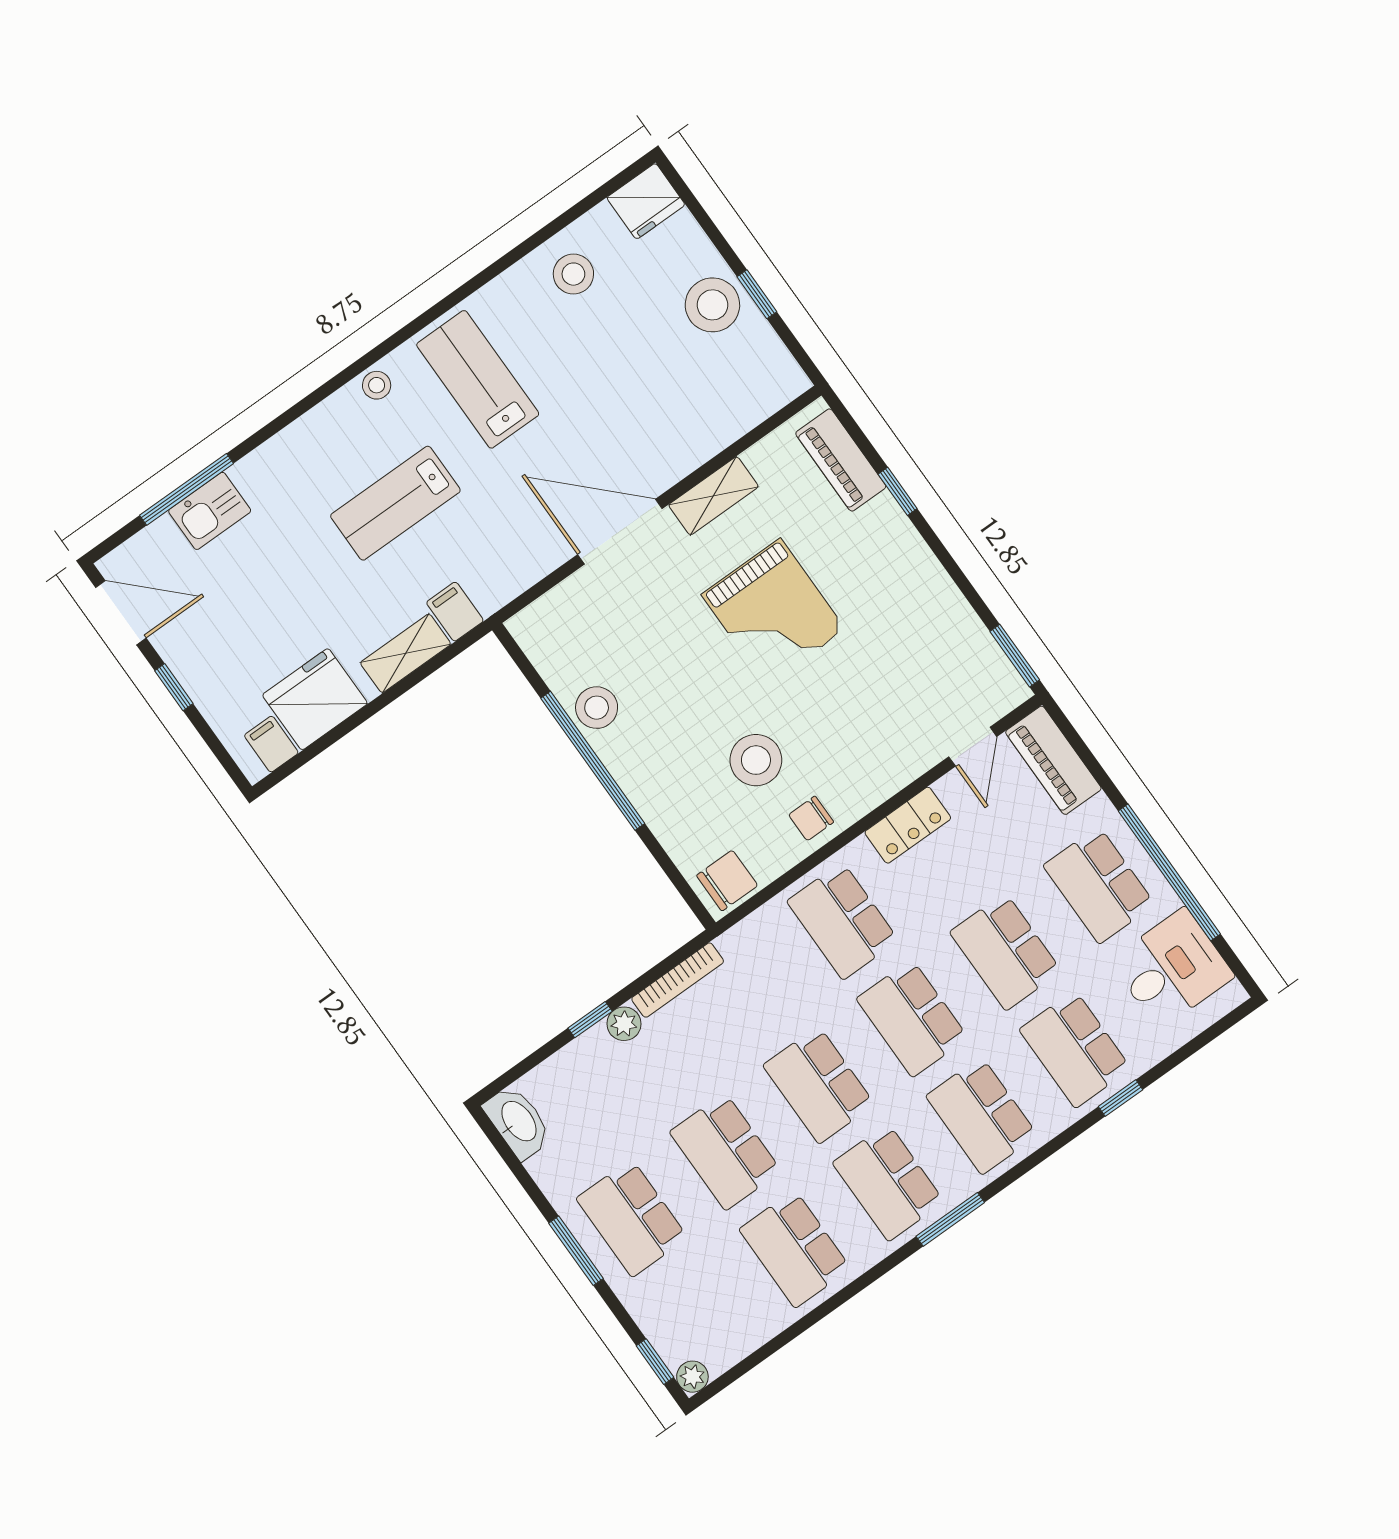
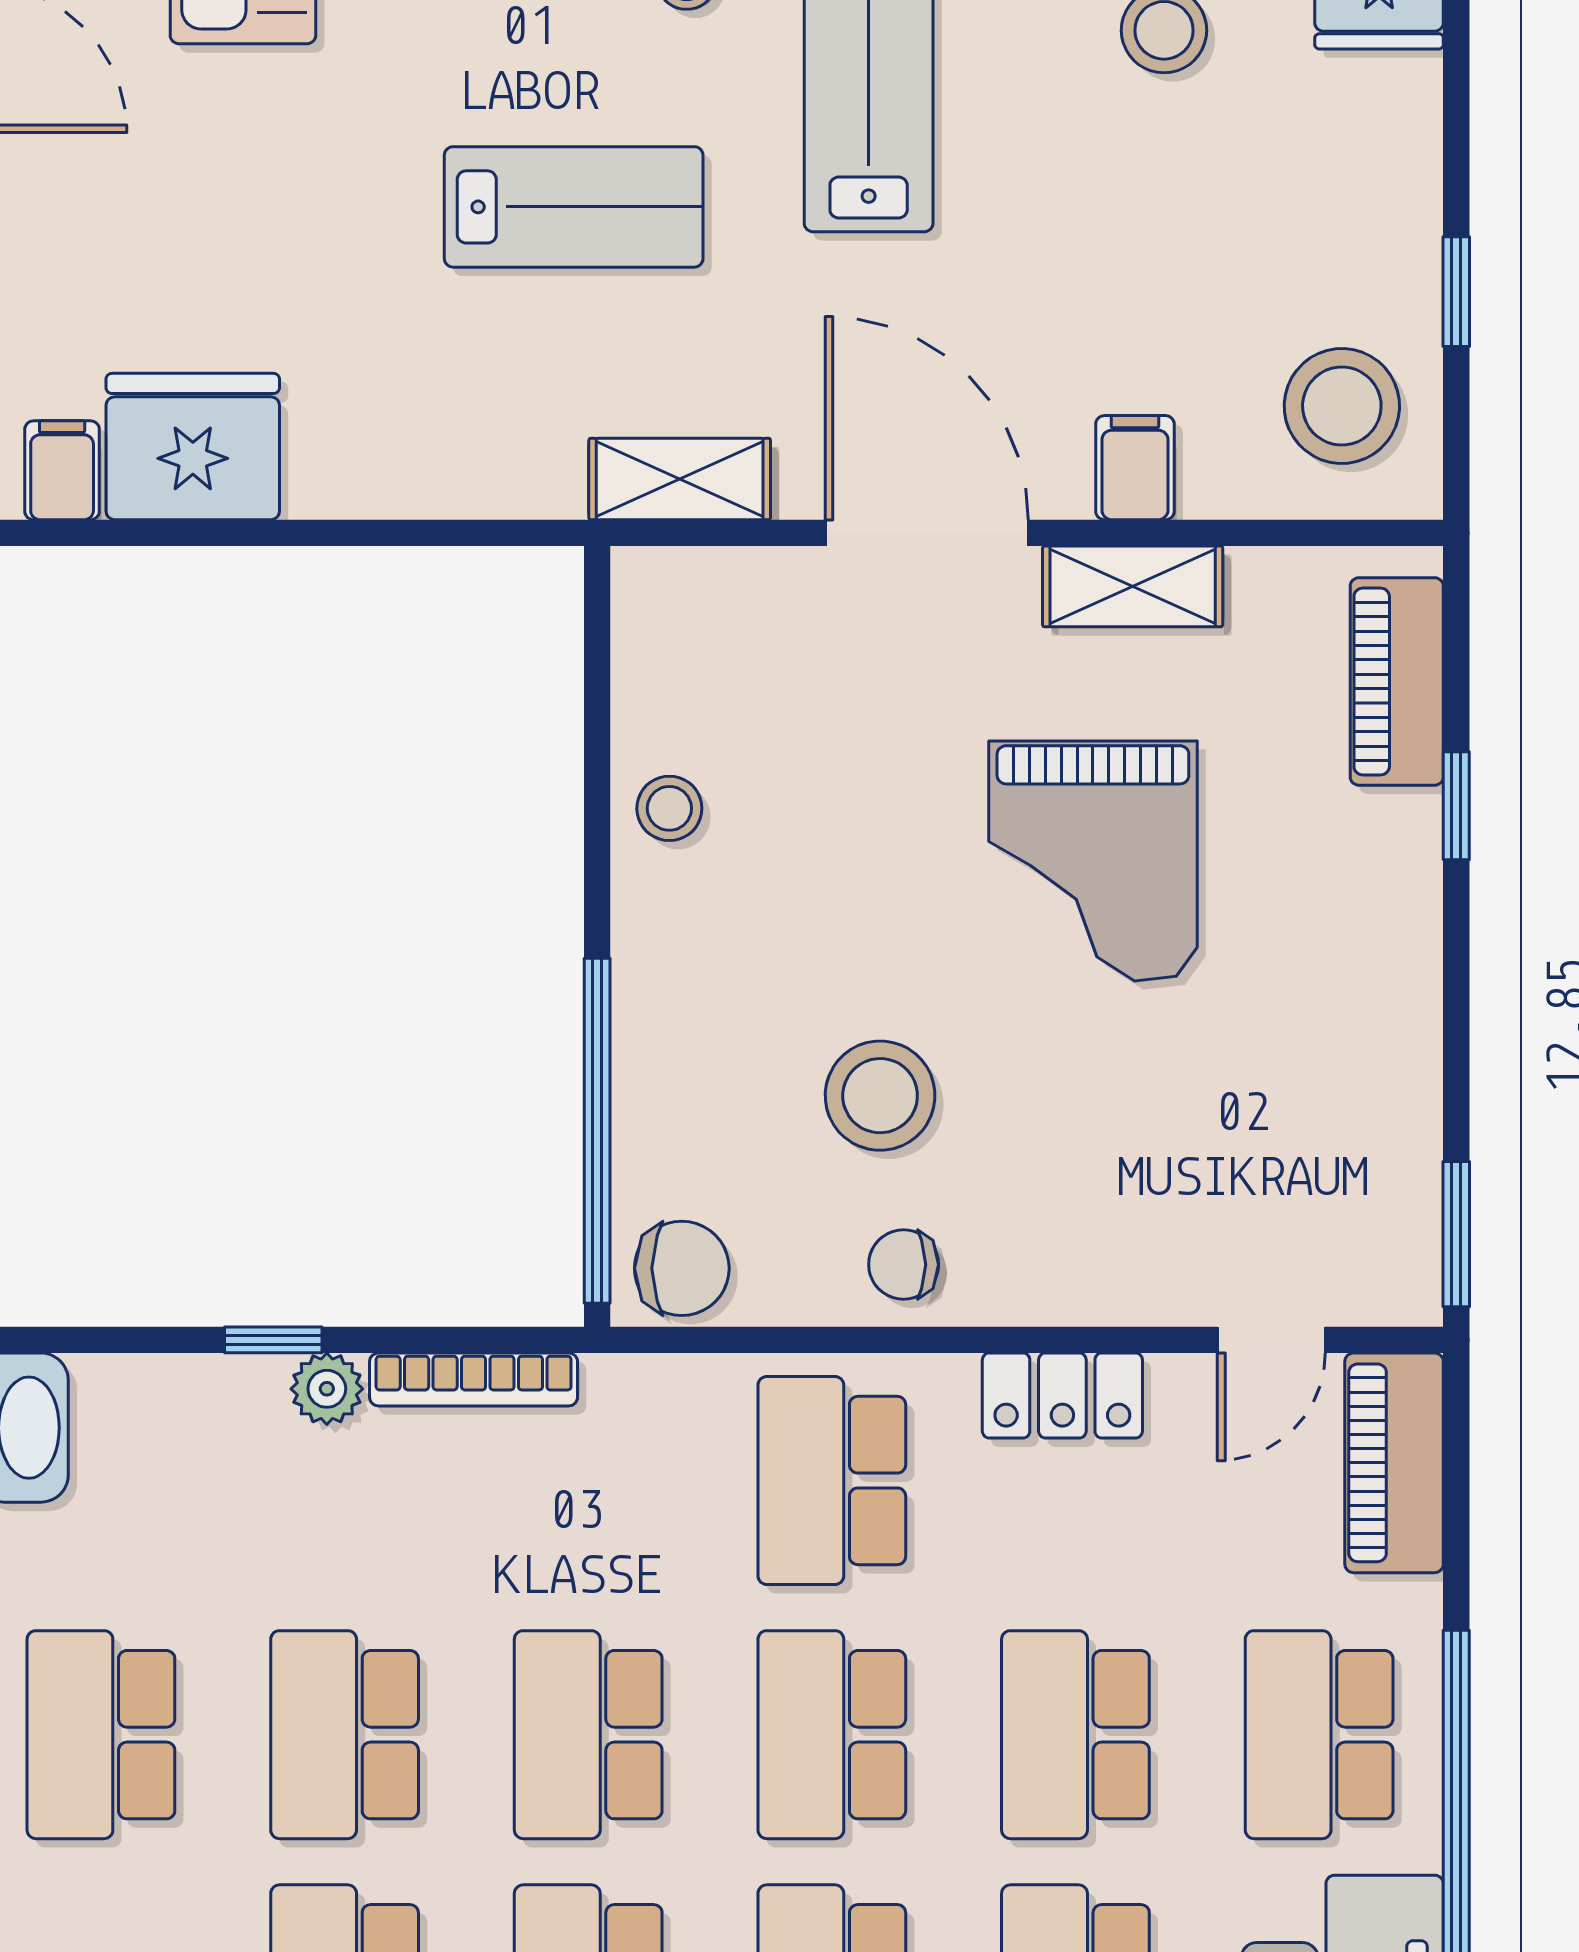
stool: (712, 305) -> (1342, 406), moved
lab bench: (395, 503) -> (574, 207), turned 180
filing cabinet: (455, 612) -> (1135, 468), moved
shelving: (406, 653) -> (680, 479), moved
stool: (597, 708) -> (669, 808), width x0.73, depth x0.73
window: (593, 761) -> (597, 1131), moved

